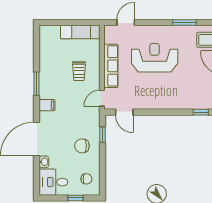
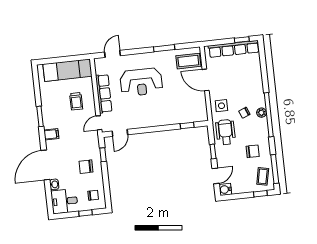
exam couch: (80, 32) -> (67, 70), width x1.36, depth x1.45
reception desk: (155, 58) -> (141, 82), turned 180
door: (124, 112) -> (120, 133), hinge flipped

